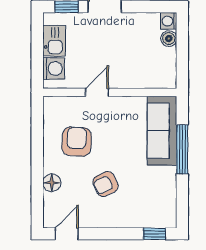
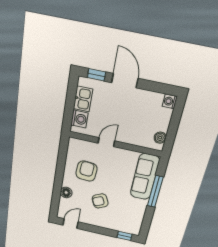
boiler: (169, 39) -> (160, 138), moved

